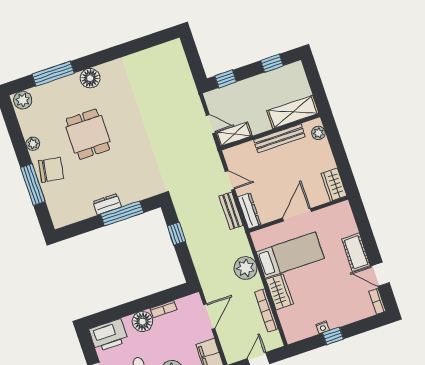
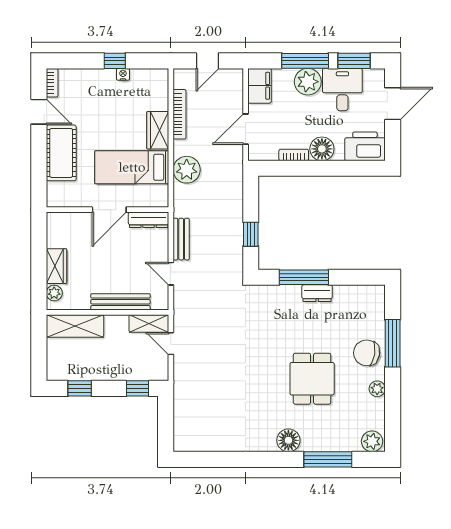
bench: (279, 138) -> (120, 302), moved
wardrobe: (334, 185) -> (56, 266), moved
dresser: (249, 211) -> (149, 220), moved, turned -90
cot: (356, 252) -> (61, 153), width x1.37, depth x1.34

